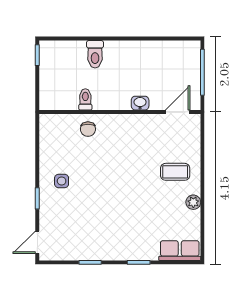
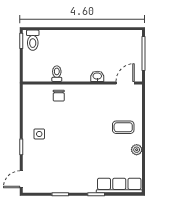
toilet: (95, 54) -> (33, 40), moved
row of seats: (180, 251) -> (119, 185), width x1.48

